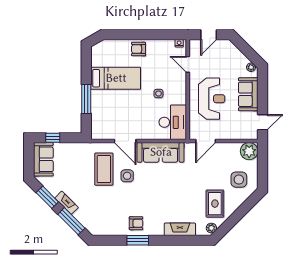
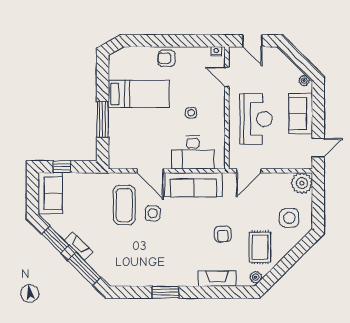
door: (209, 35) -> (252, 41), hinge flipped
desk: (173, 122) -> (193, 152), moved, turned 90
armchair: (136, 223) -> (223, 234), moved, turned 87

